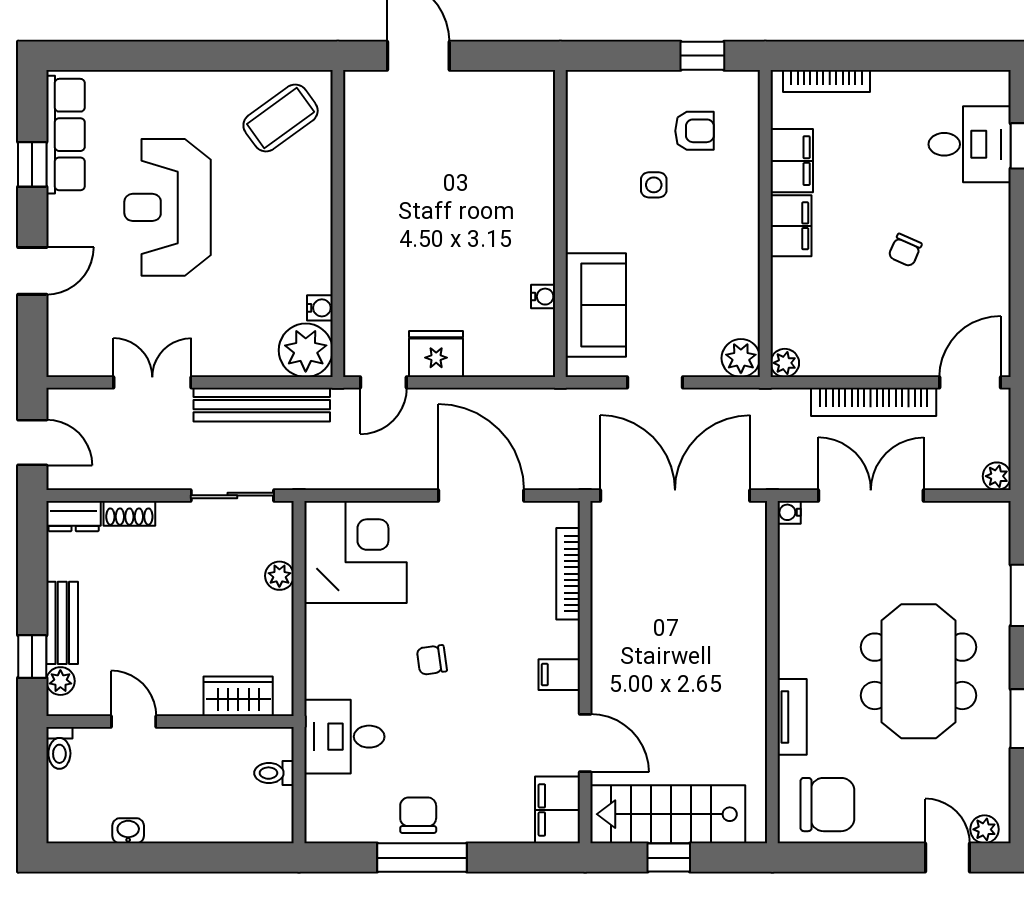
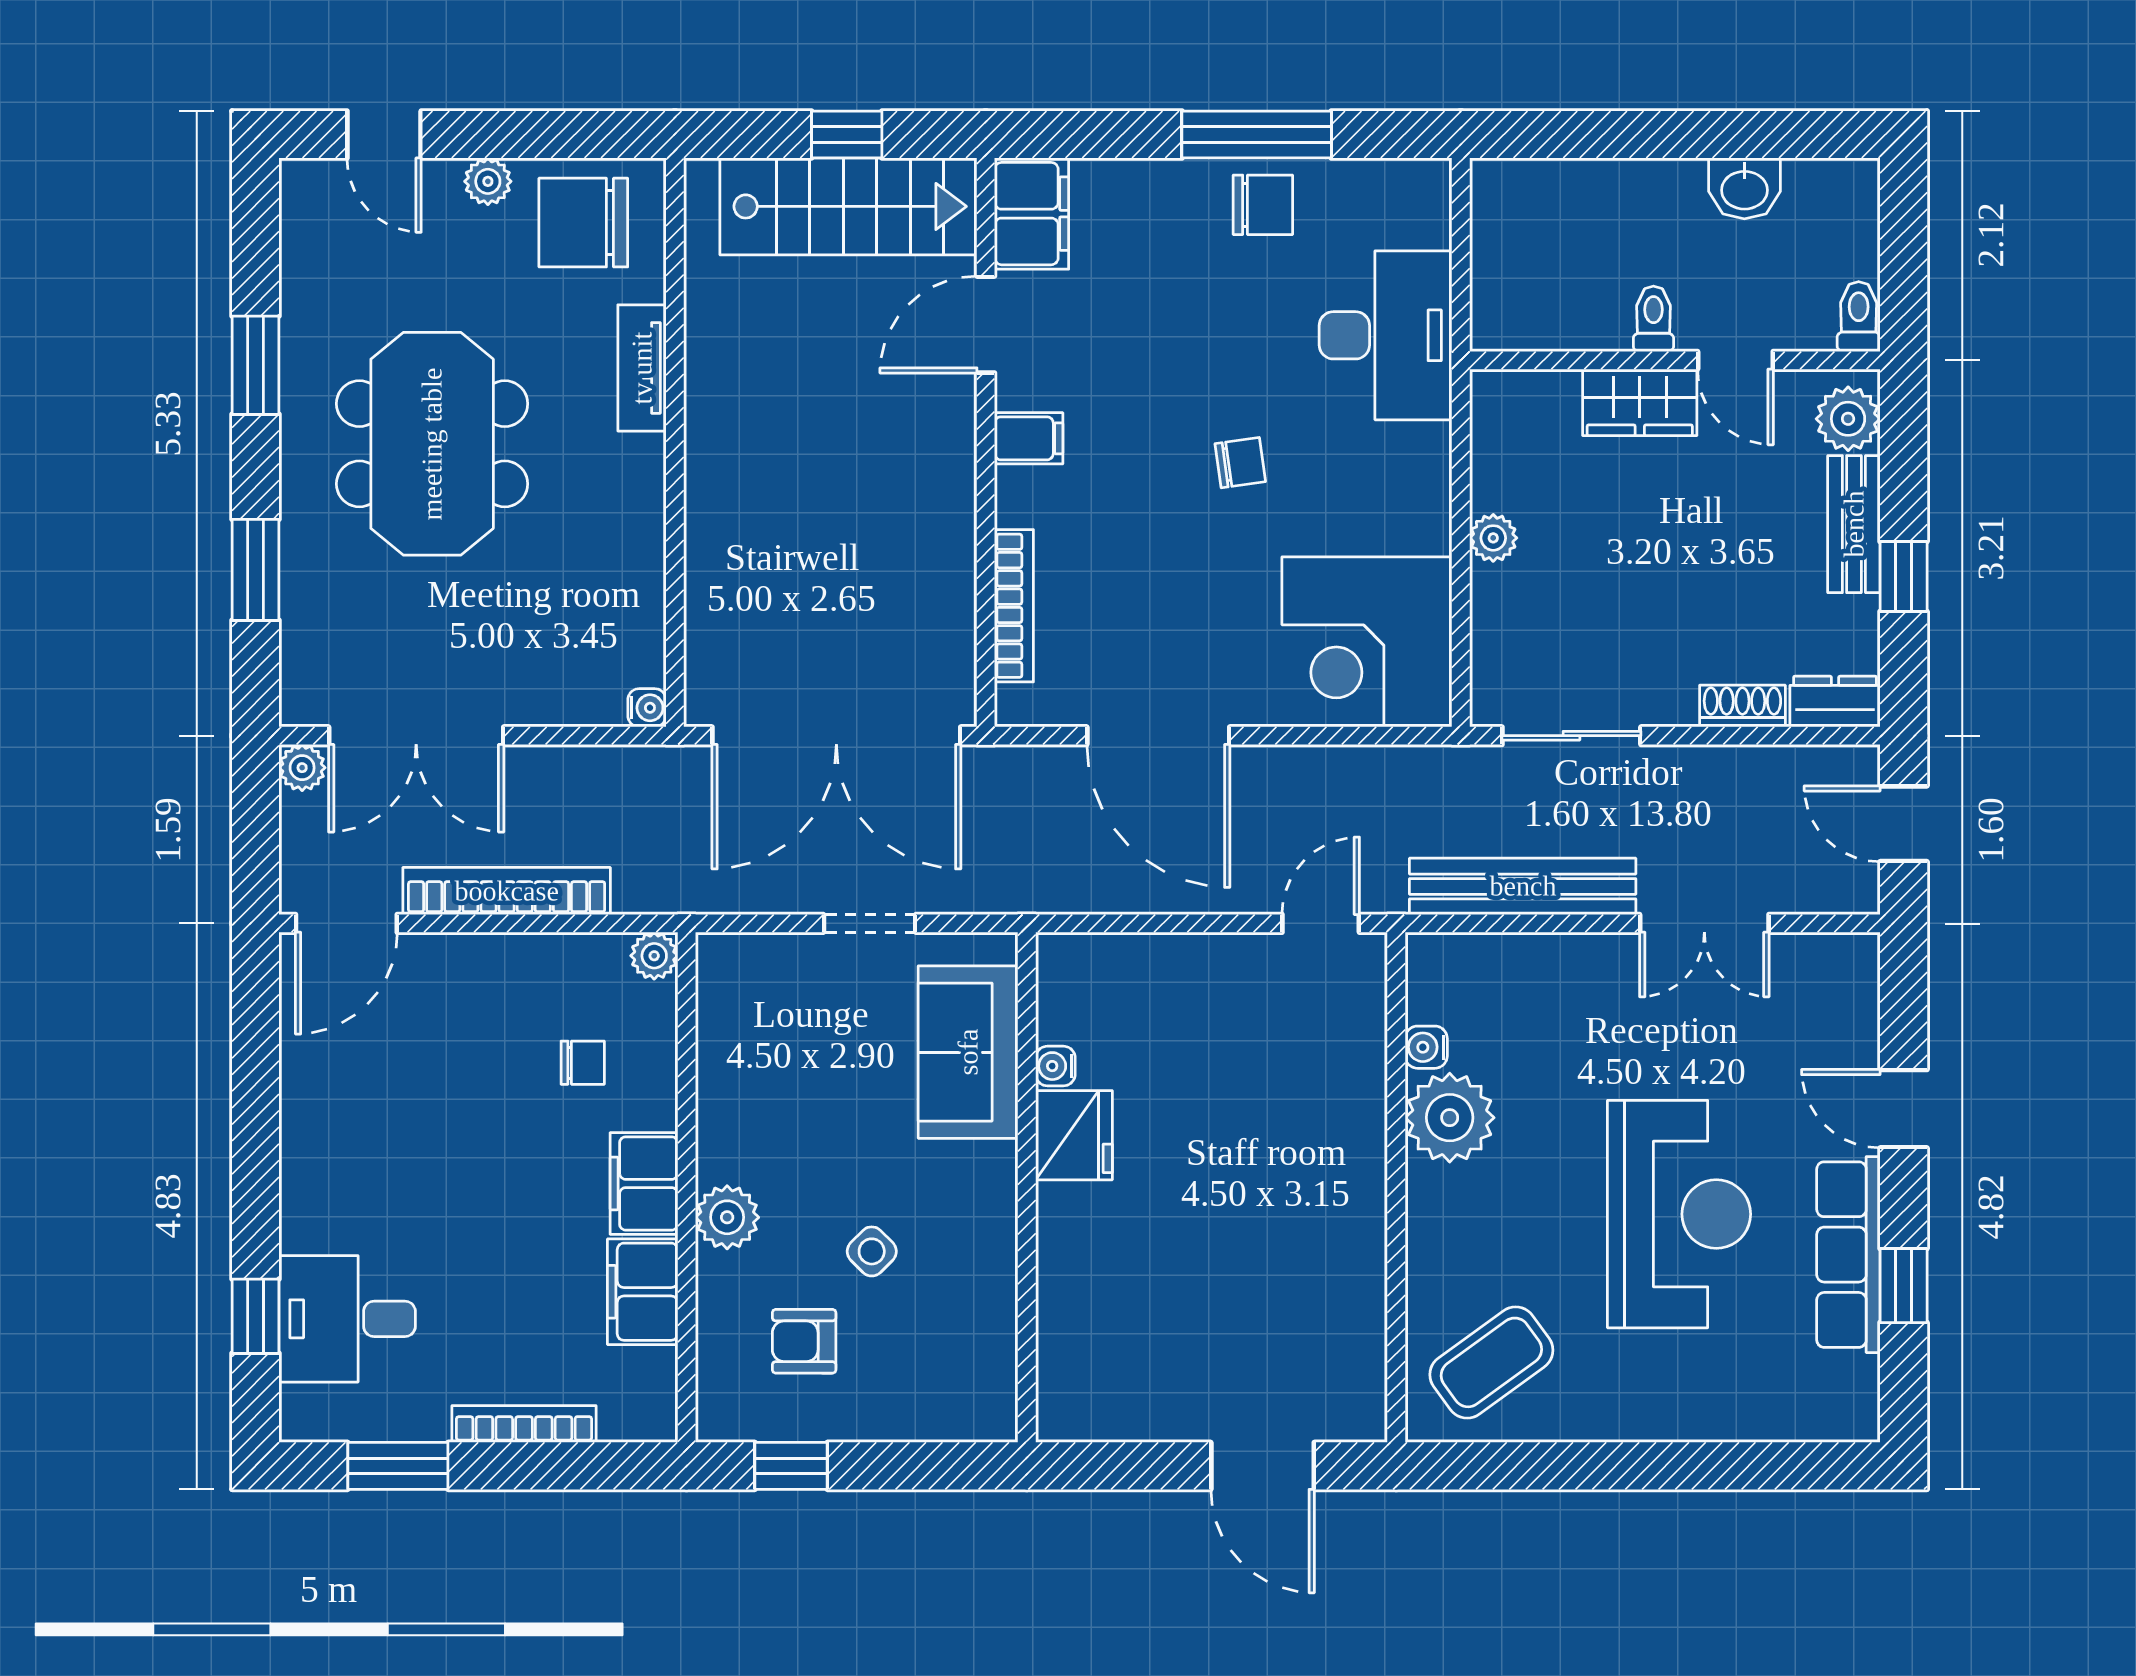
window: (939, 56) -> (398, 1466), added
bookcase: (826, 81) -> (524, 1424), moved
row of seats: (66, 135) -> (1848, 1255), moved
side table: (654, 185) -> (872, 1251), turned 45
chair: (905, 250) -> (583, 1063), moved, turned 66
door: (32, 271) -> (1904, 1109), hinge flipped
plant: (306, 350) -> (1450, 1118), moved
fridge: (436, 354) -> (1074, 1135), moved, turned -90
plant: (741, 358) -> (727, 1217), moved
double door: (871, 495) -> (416, 736), moved
plant: (279, 576) -> (1493, 538), moved
window: (32, 656) -> (1904, 576), moved
plant: (60, 681) -> (1848, 419), width x1.38, depth x1.38
wardrobe: (238, 696) -> (1640, 402), moved
desk: (344, 737) -> (1386, 335), width x1.37
door: (585, 743) -> (986, 325), hinge flipped
toilet: (274, 773) -> (1653, 319), moved, turned -90
chair: (418, 815) -> (1263, 205), turned -90
plant: (984, 829) -> (488, 181), moved
washbasin: (128, 831) -> (1744, 188), width x1.38, depth x1.45

